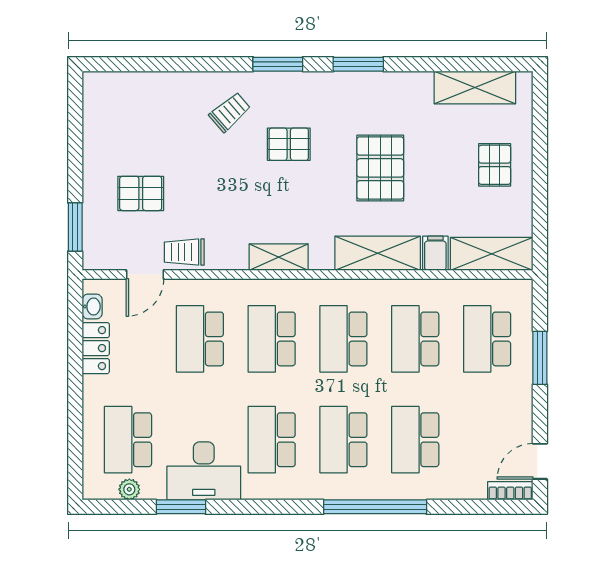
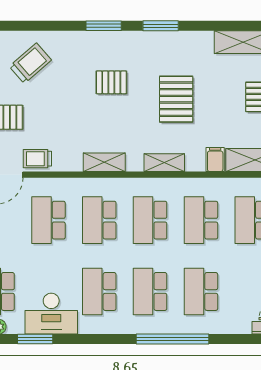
trolley: (230, 112) -> (30, 63), moved, width x1.36, depth x1.39
shelving: (378, 253) -> (164, 163), width x0.67, depth x0.75

